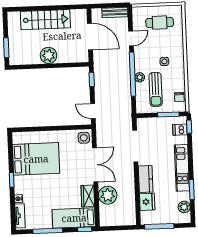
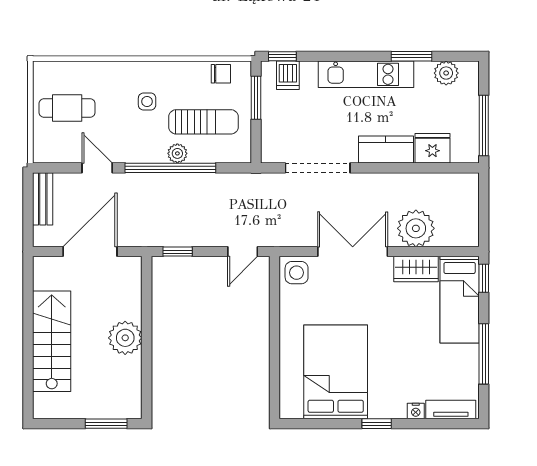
cafe table: (160, 23) -> (67, 108), turned 90

